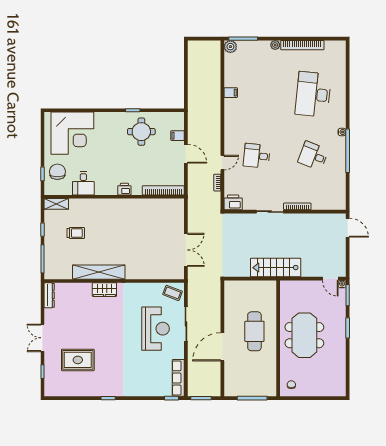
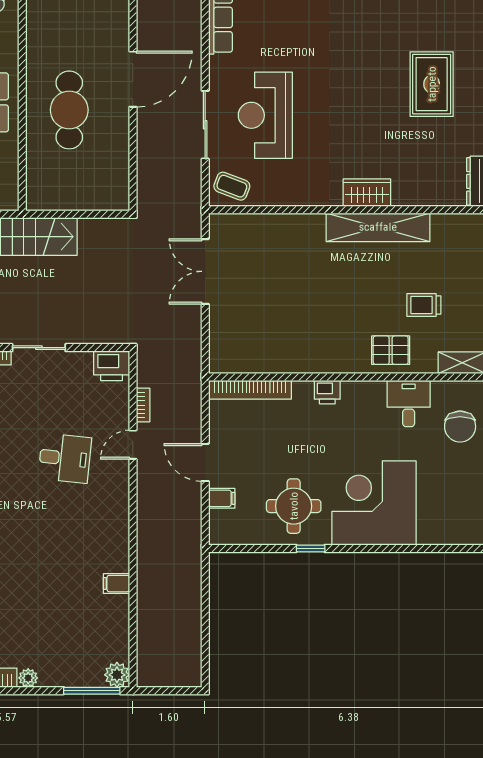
corner desk: (72, 133) -> (374, 503), moved
pallet: (92, 210) -> (391, 350), added
rug: (78, 360) -> (432, 84), moved, turned 90

